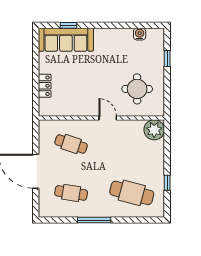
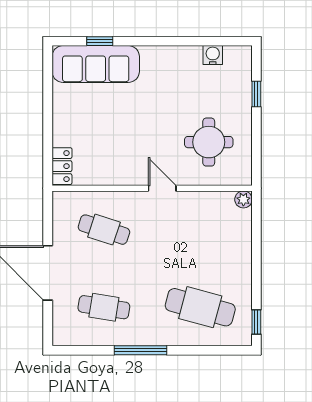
locker: (45, 86) -> (62, 166), moved
plant: (154, 130) -> (243, 199), width x0.53, depth x0.53
window: (167, 183) -> (256, 322), moved

